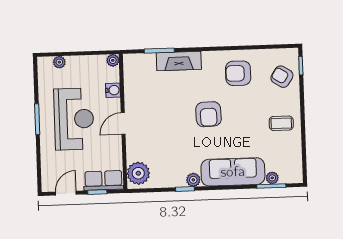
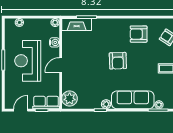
fireplace: (179, 61) -> (77, 24), moved
reception desk: (74, 119) -> (28, 61), turned 180

